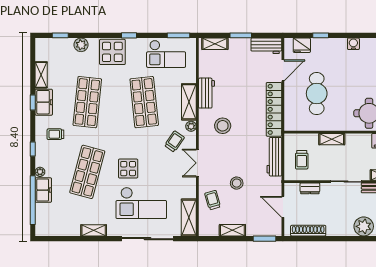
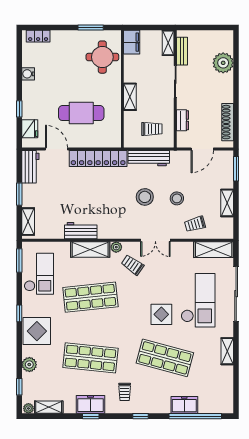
shelving: (41, 75) -> (49, 407), moved
stool: (223, 126) -> (145, 197), moved
plant: (40, 172) -> (28, 408), moved

